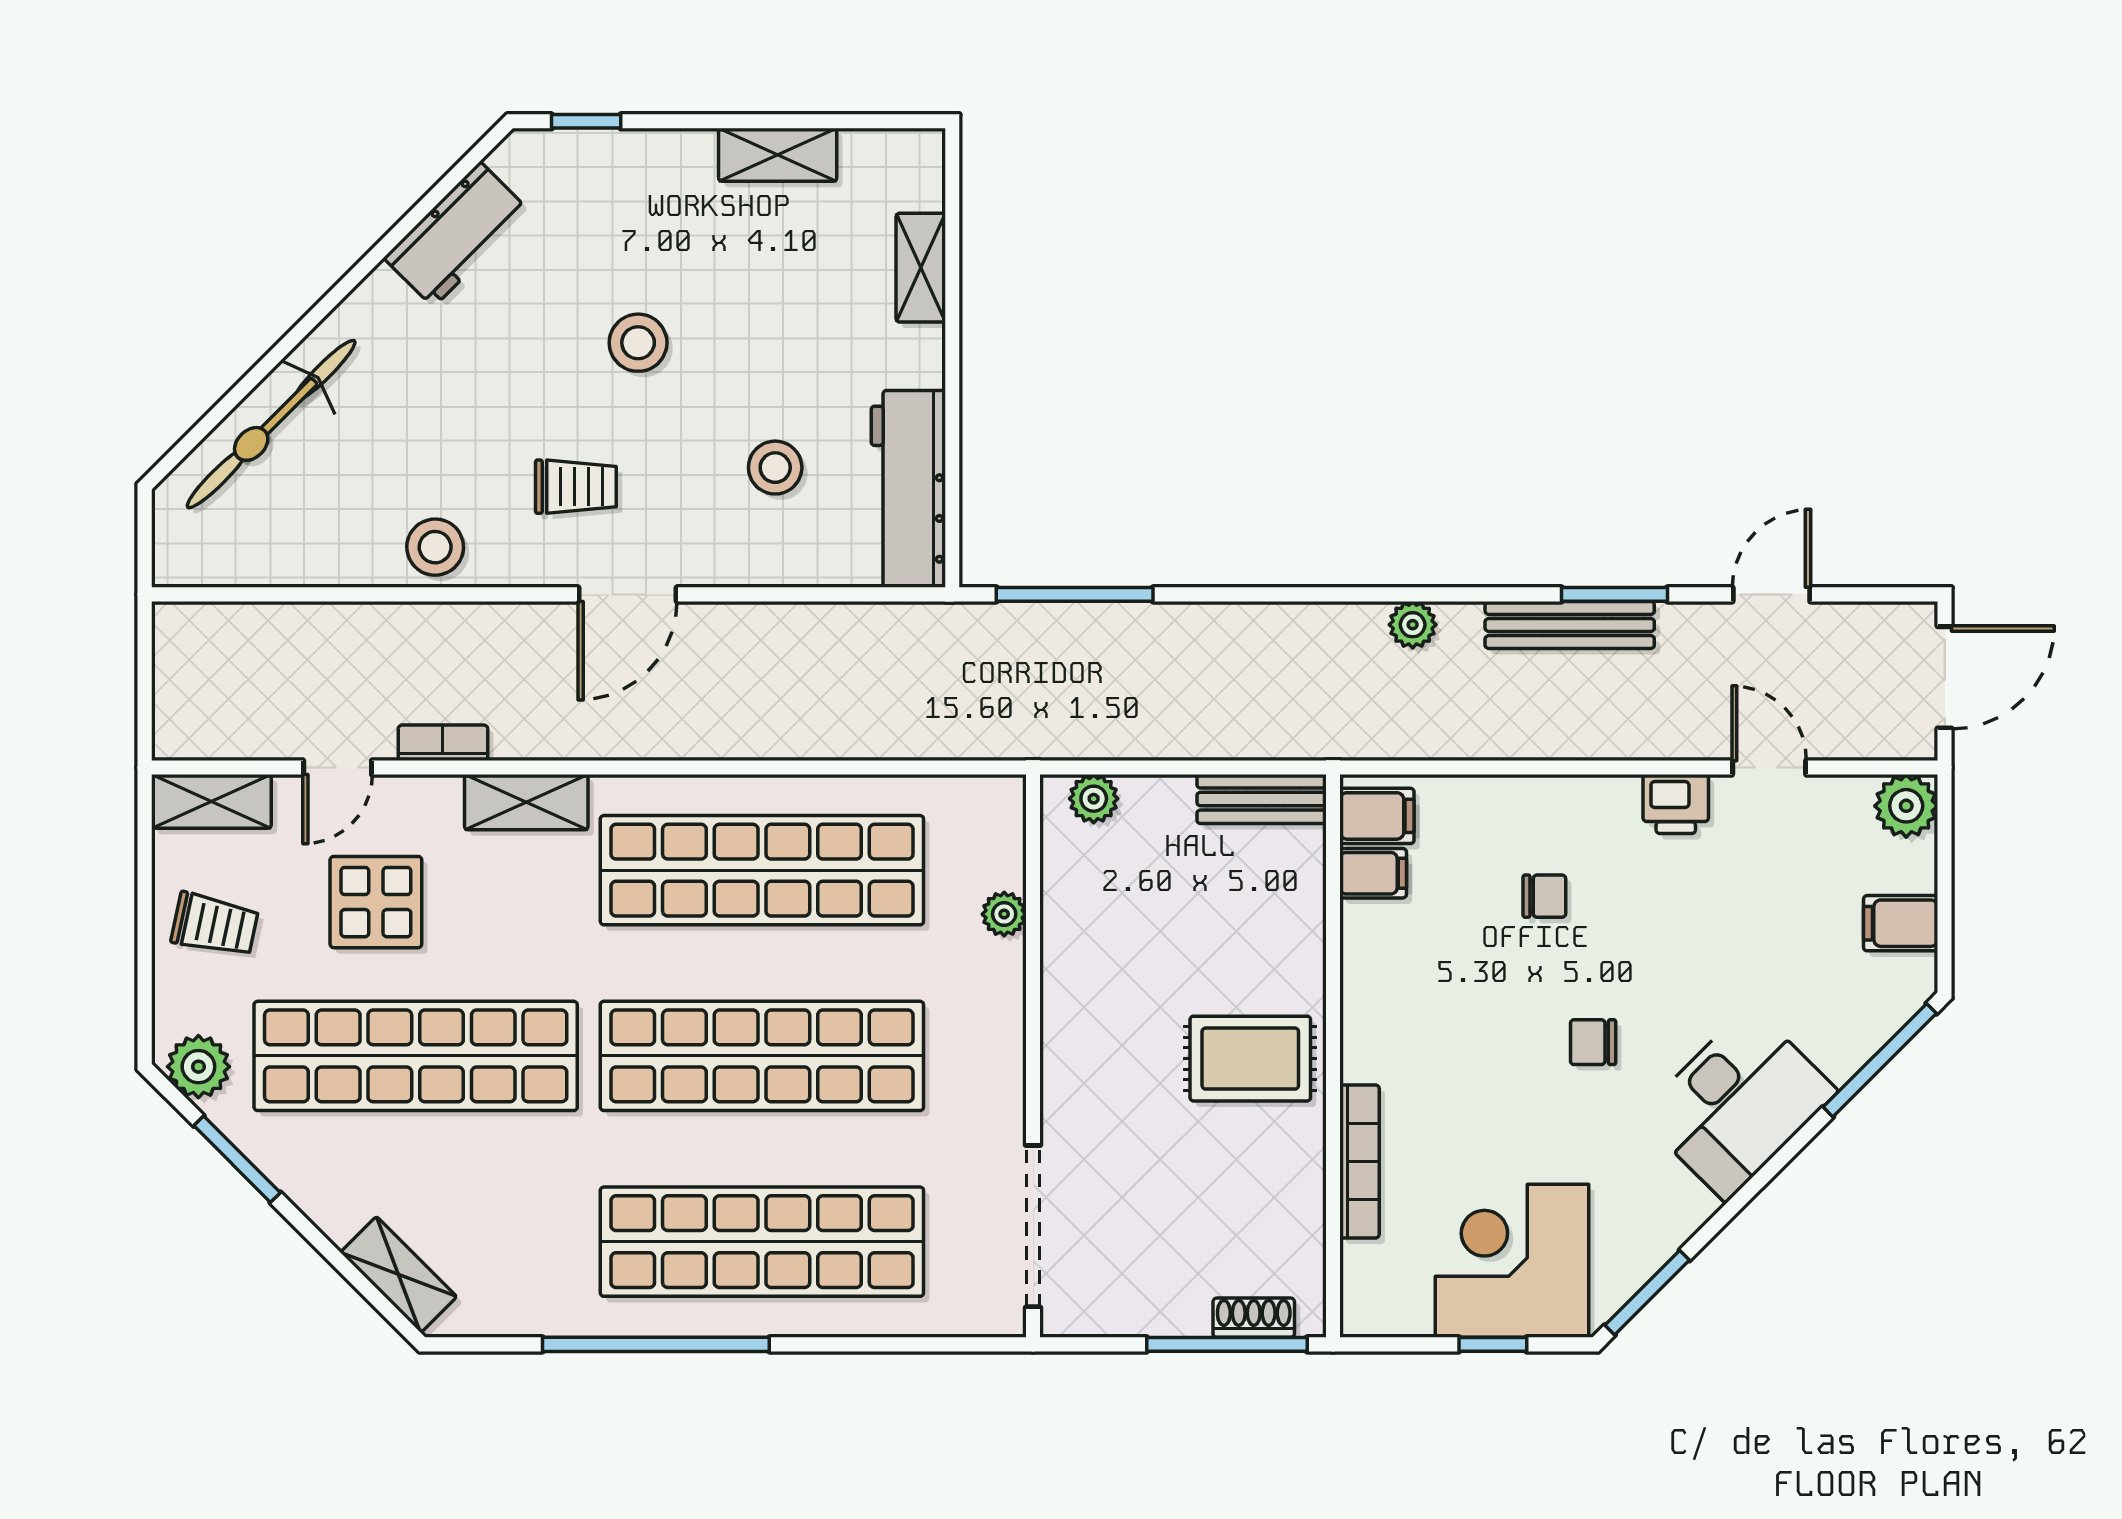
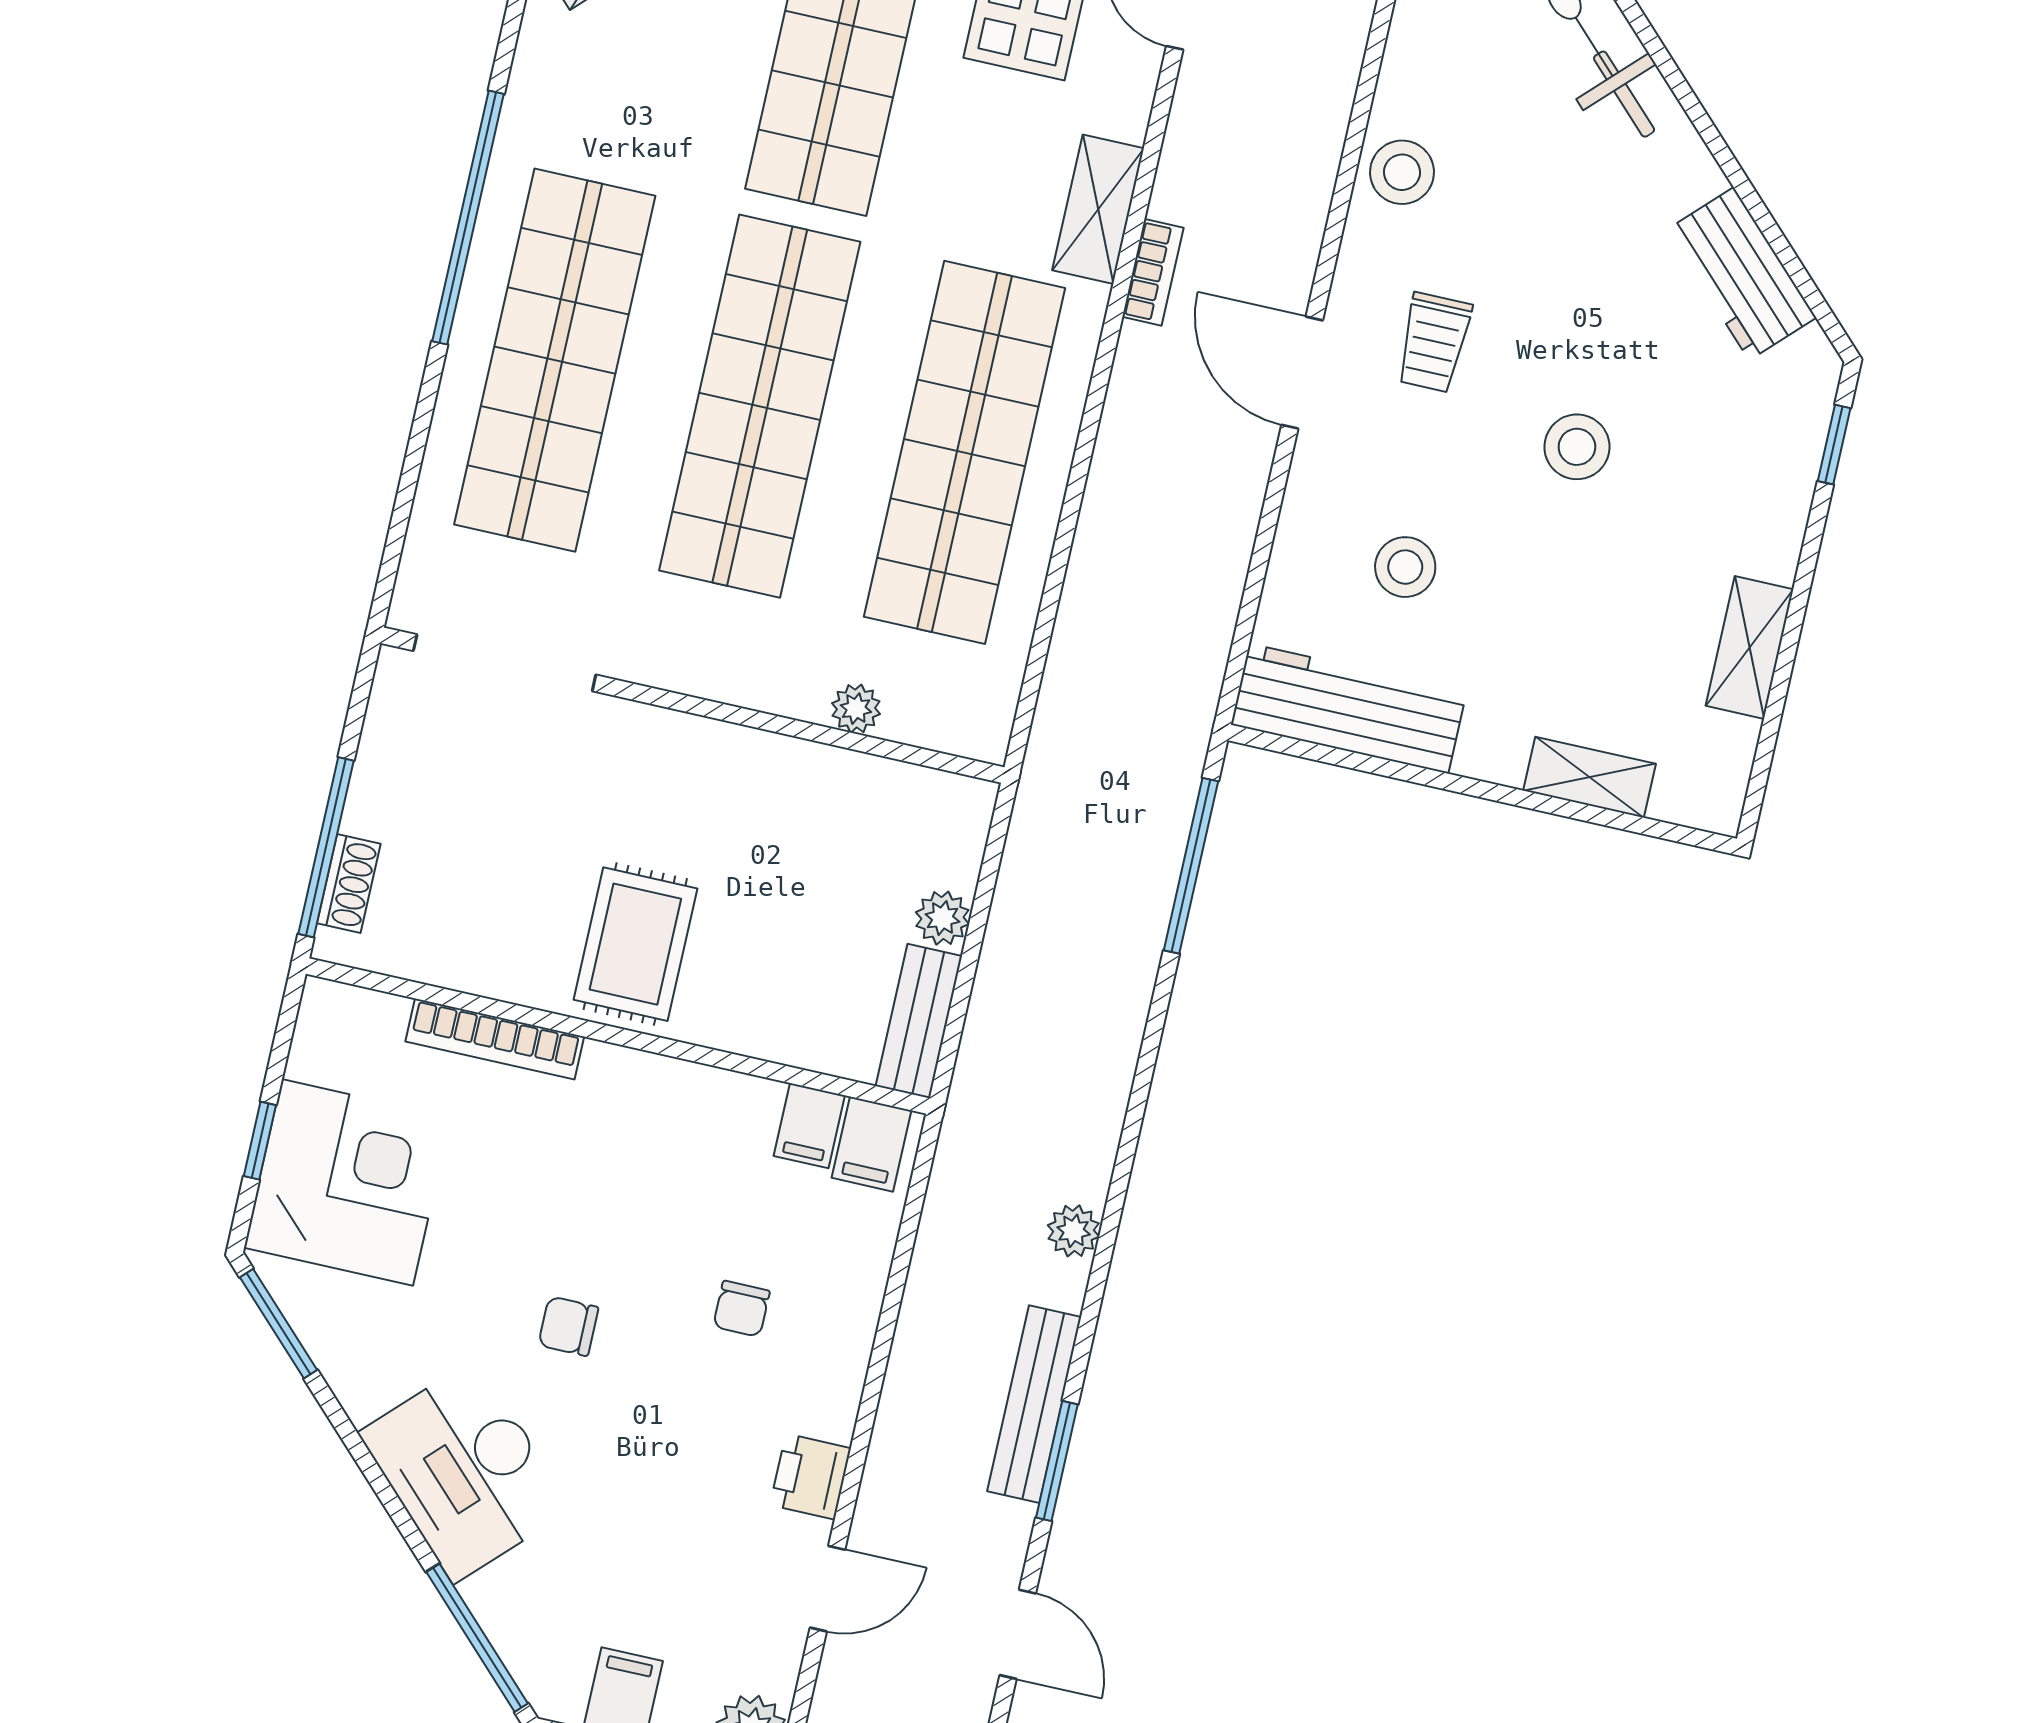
bookcase: (443, 743) -> (1153, 272), moved
plant: (1094, 799) -> (942, 918), moved
chair: (1593, 1042) -> (568, 1326), turned -90

